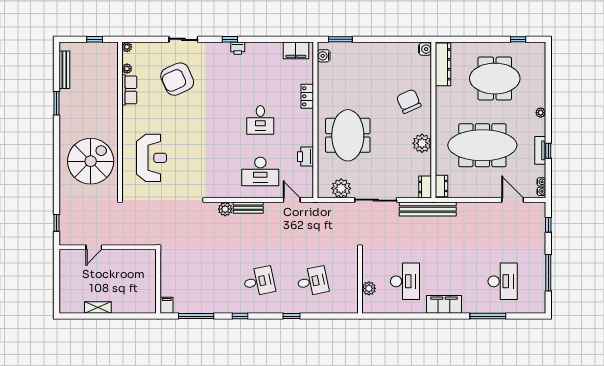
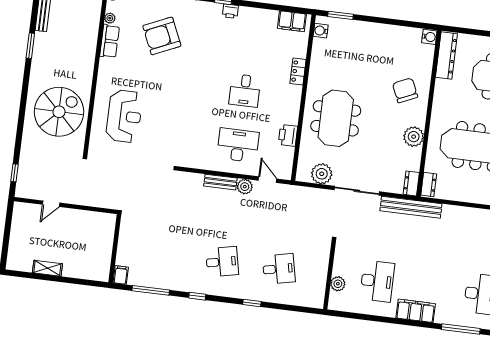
desk: (260, 171) -> (238, 145), turned 180
plant: (225, 209) -> (245, 187), moved

